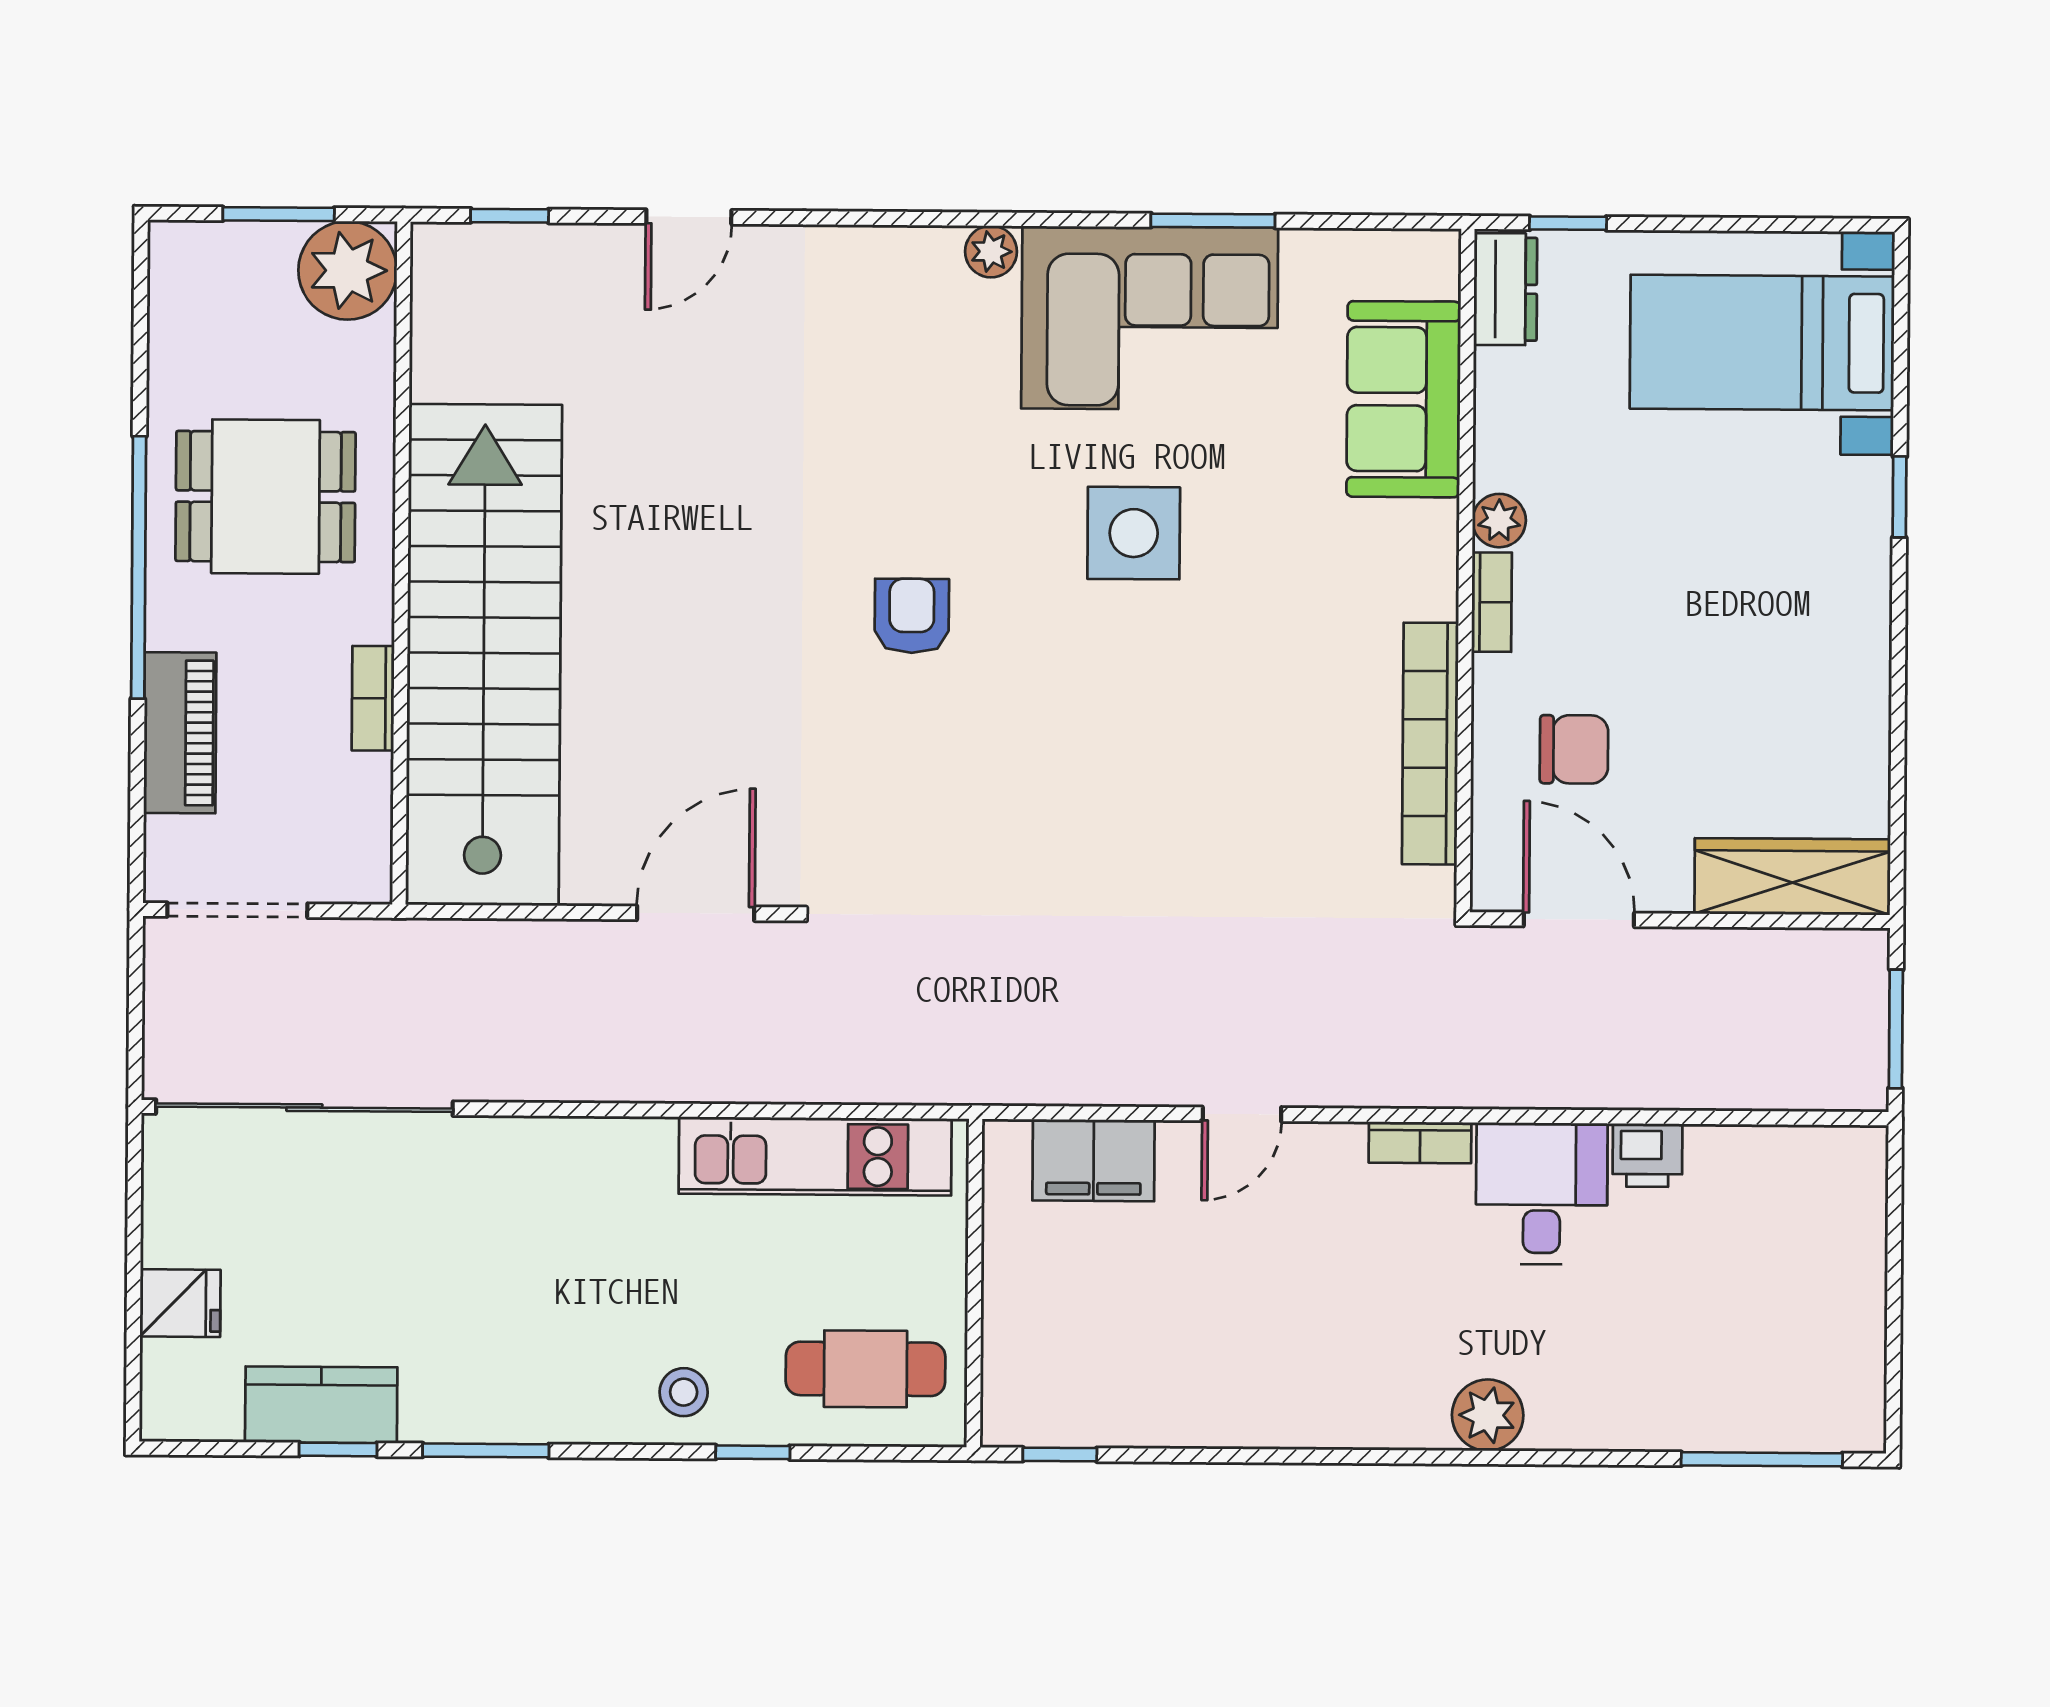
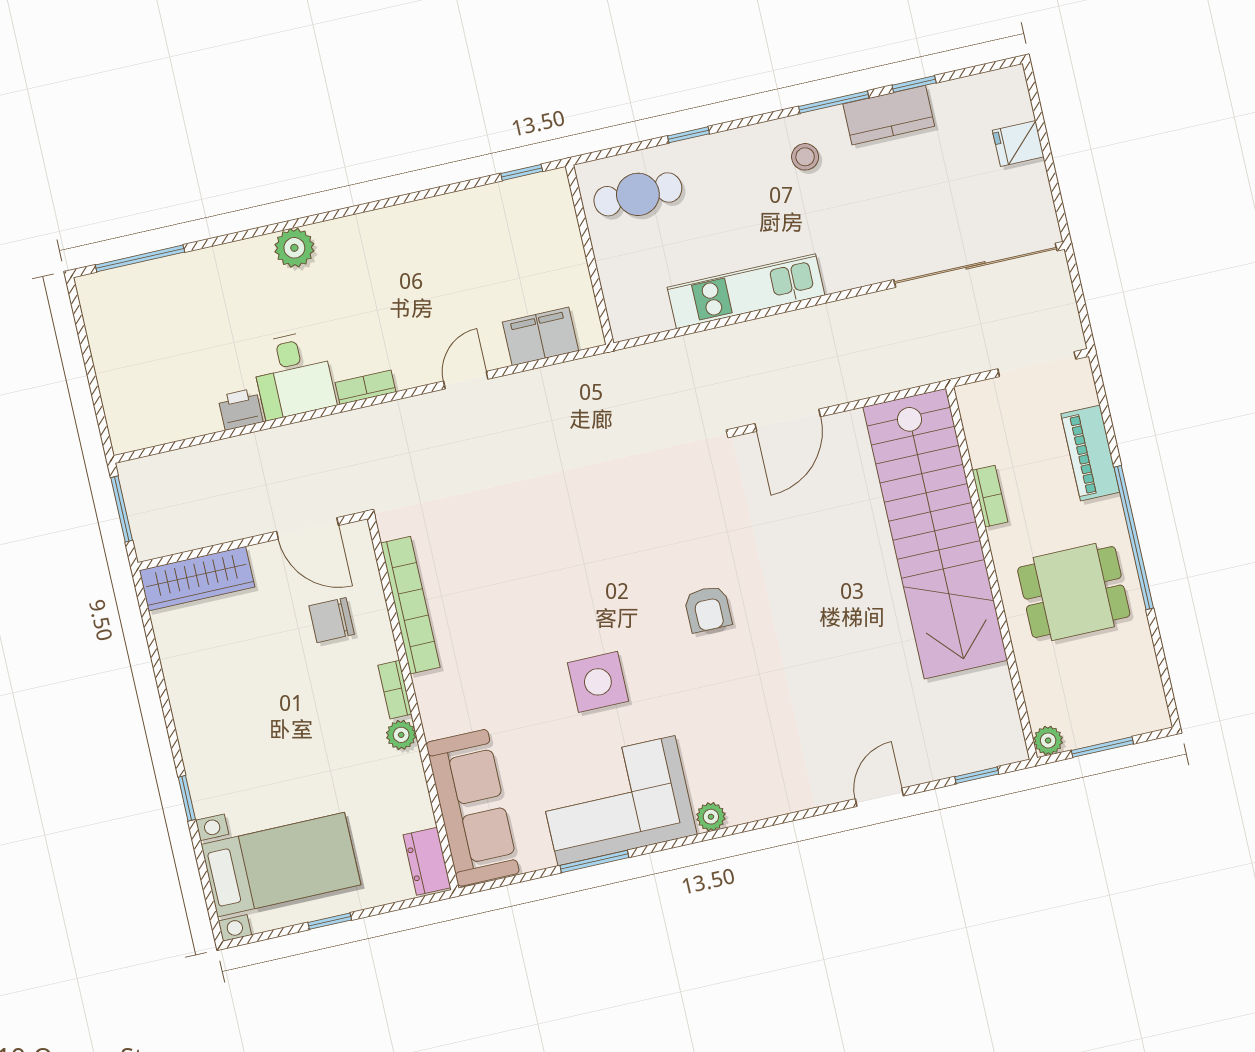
window: (1568, 223) -> (330, 921), moved
plant: (348, 270) -> (1048, 740), width x0.53, depth x0.53
sofa: (1404, 399) -> (473, 808), width x1.36
kitchen unit: (815, 1156) -> (746, 291), moved
stool: (684, 1392) -> (805, 157), moved
kitchen counter: (321, 1405) -> (889, 115), moved

